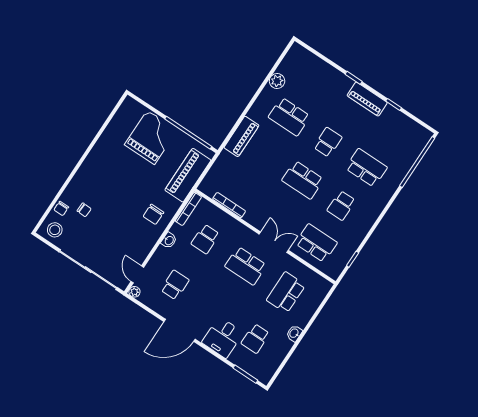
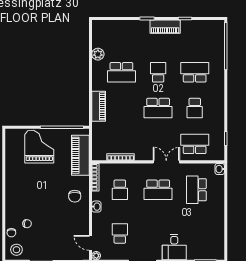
washbasin: (294, 333) -> (220, 169), moved
school desk: (255, 339) -> (196, 233), removed

